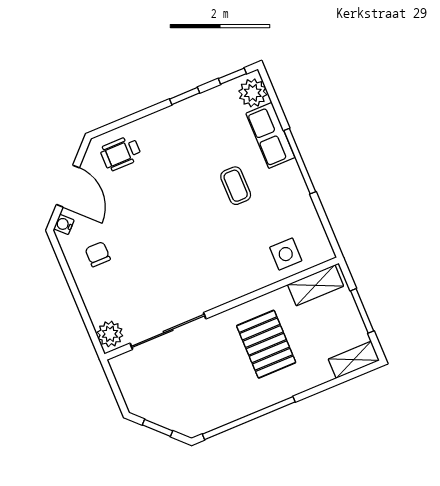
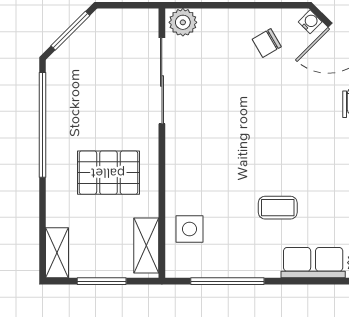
window: (300, 161) -> (227, 281), moved
chair: (98, 254) -> (267, 43), turned 150
window: (158, 428) -> (70, 31), width x1.50

